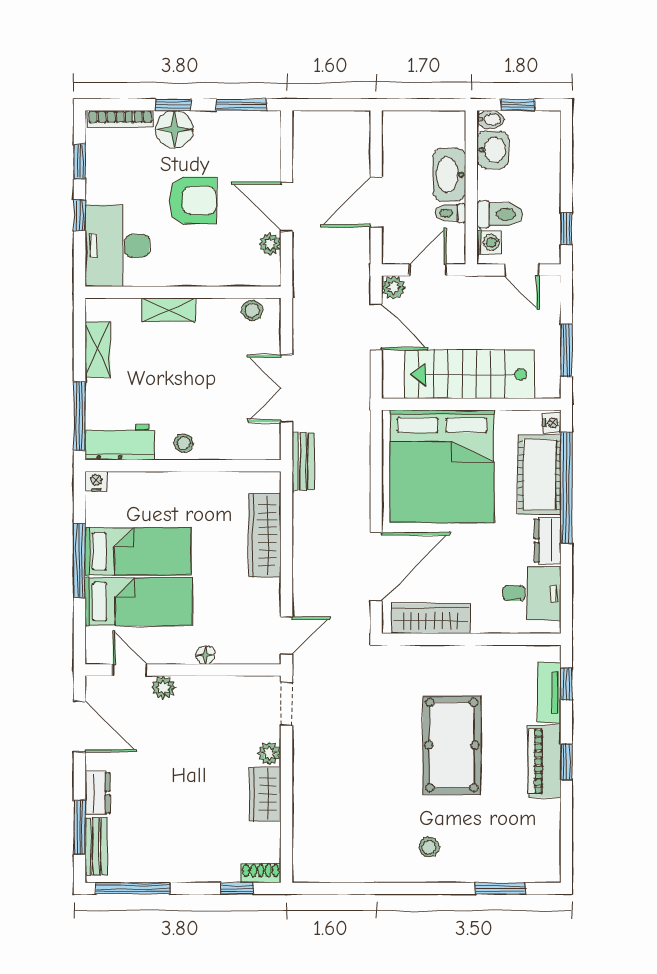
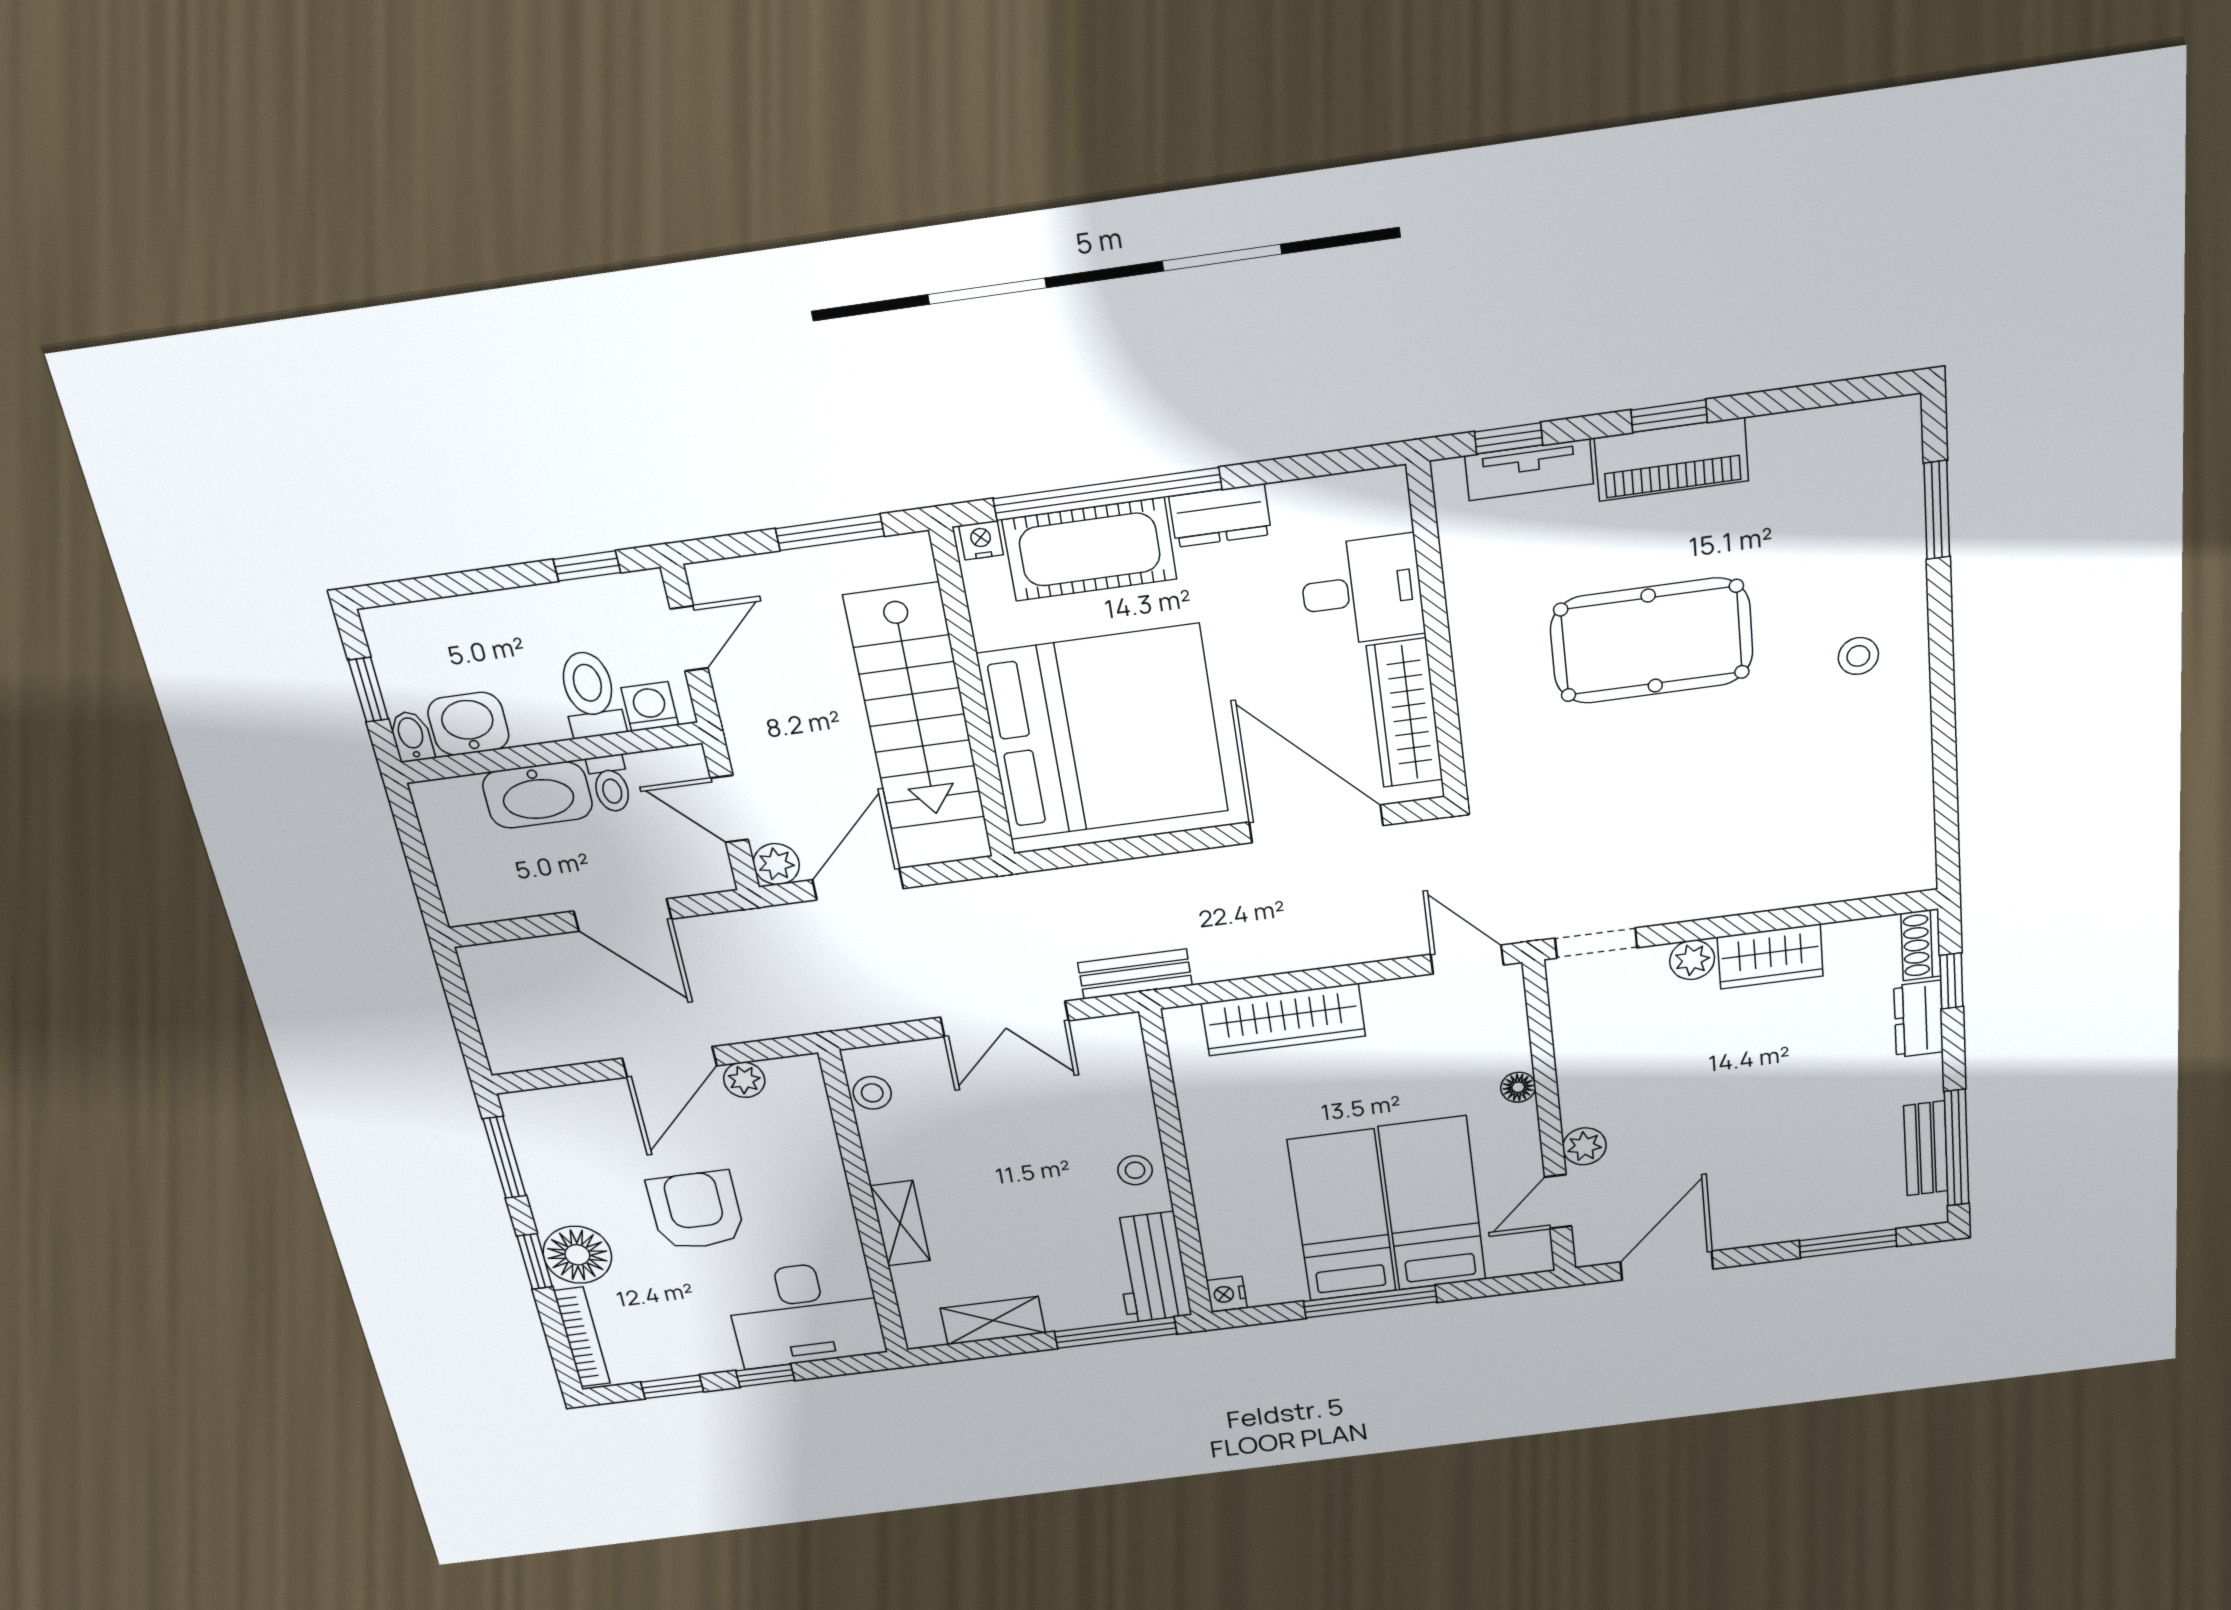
desk: (532, 593) -> (1362, 591), moved, turned 90
dresser: (97, 793) -> (1919, 1019), moved, turned -90
bench: (96, 846) -> (1926, 1148), moved, turned 90

